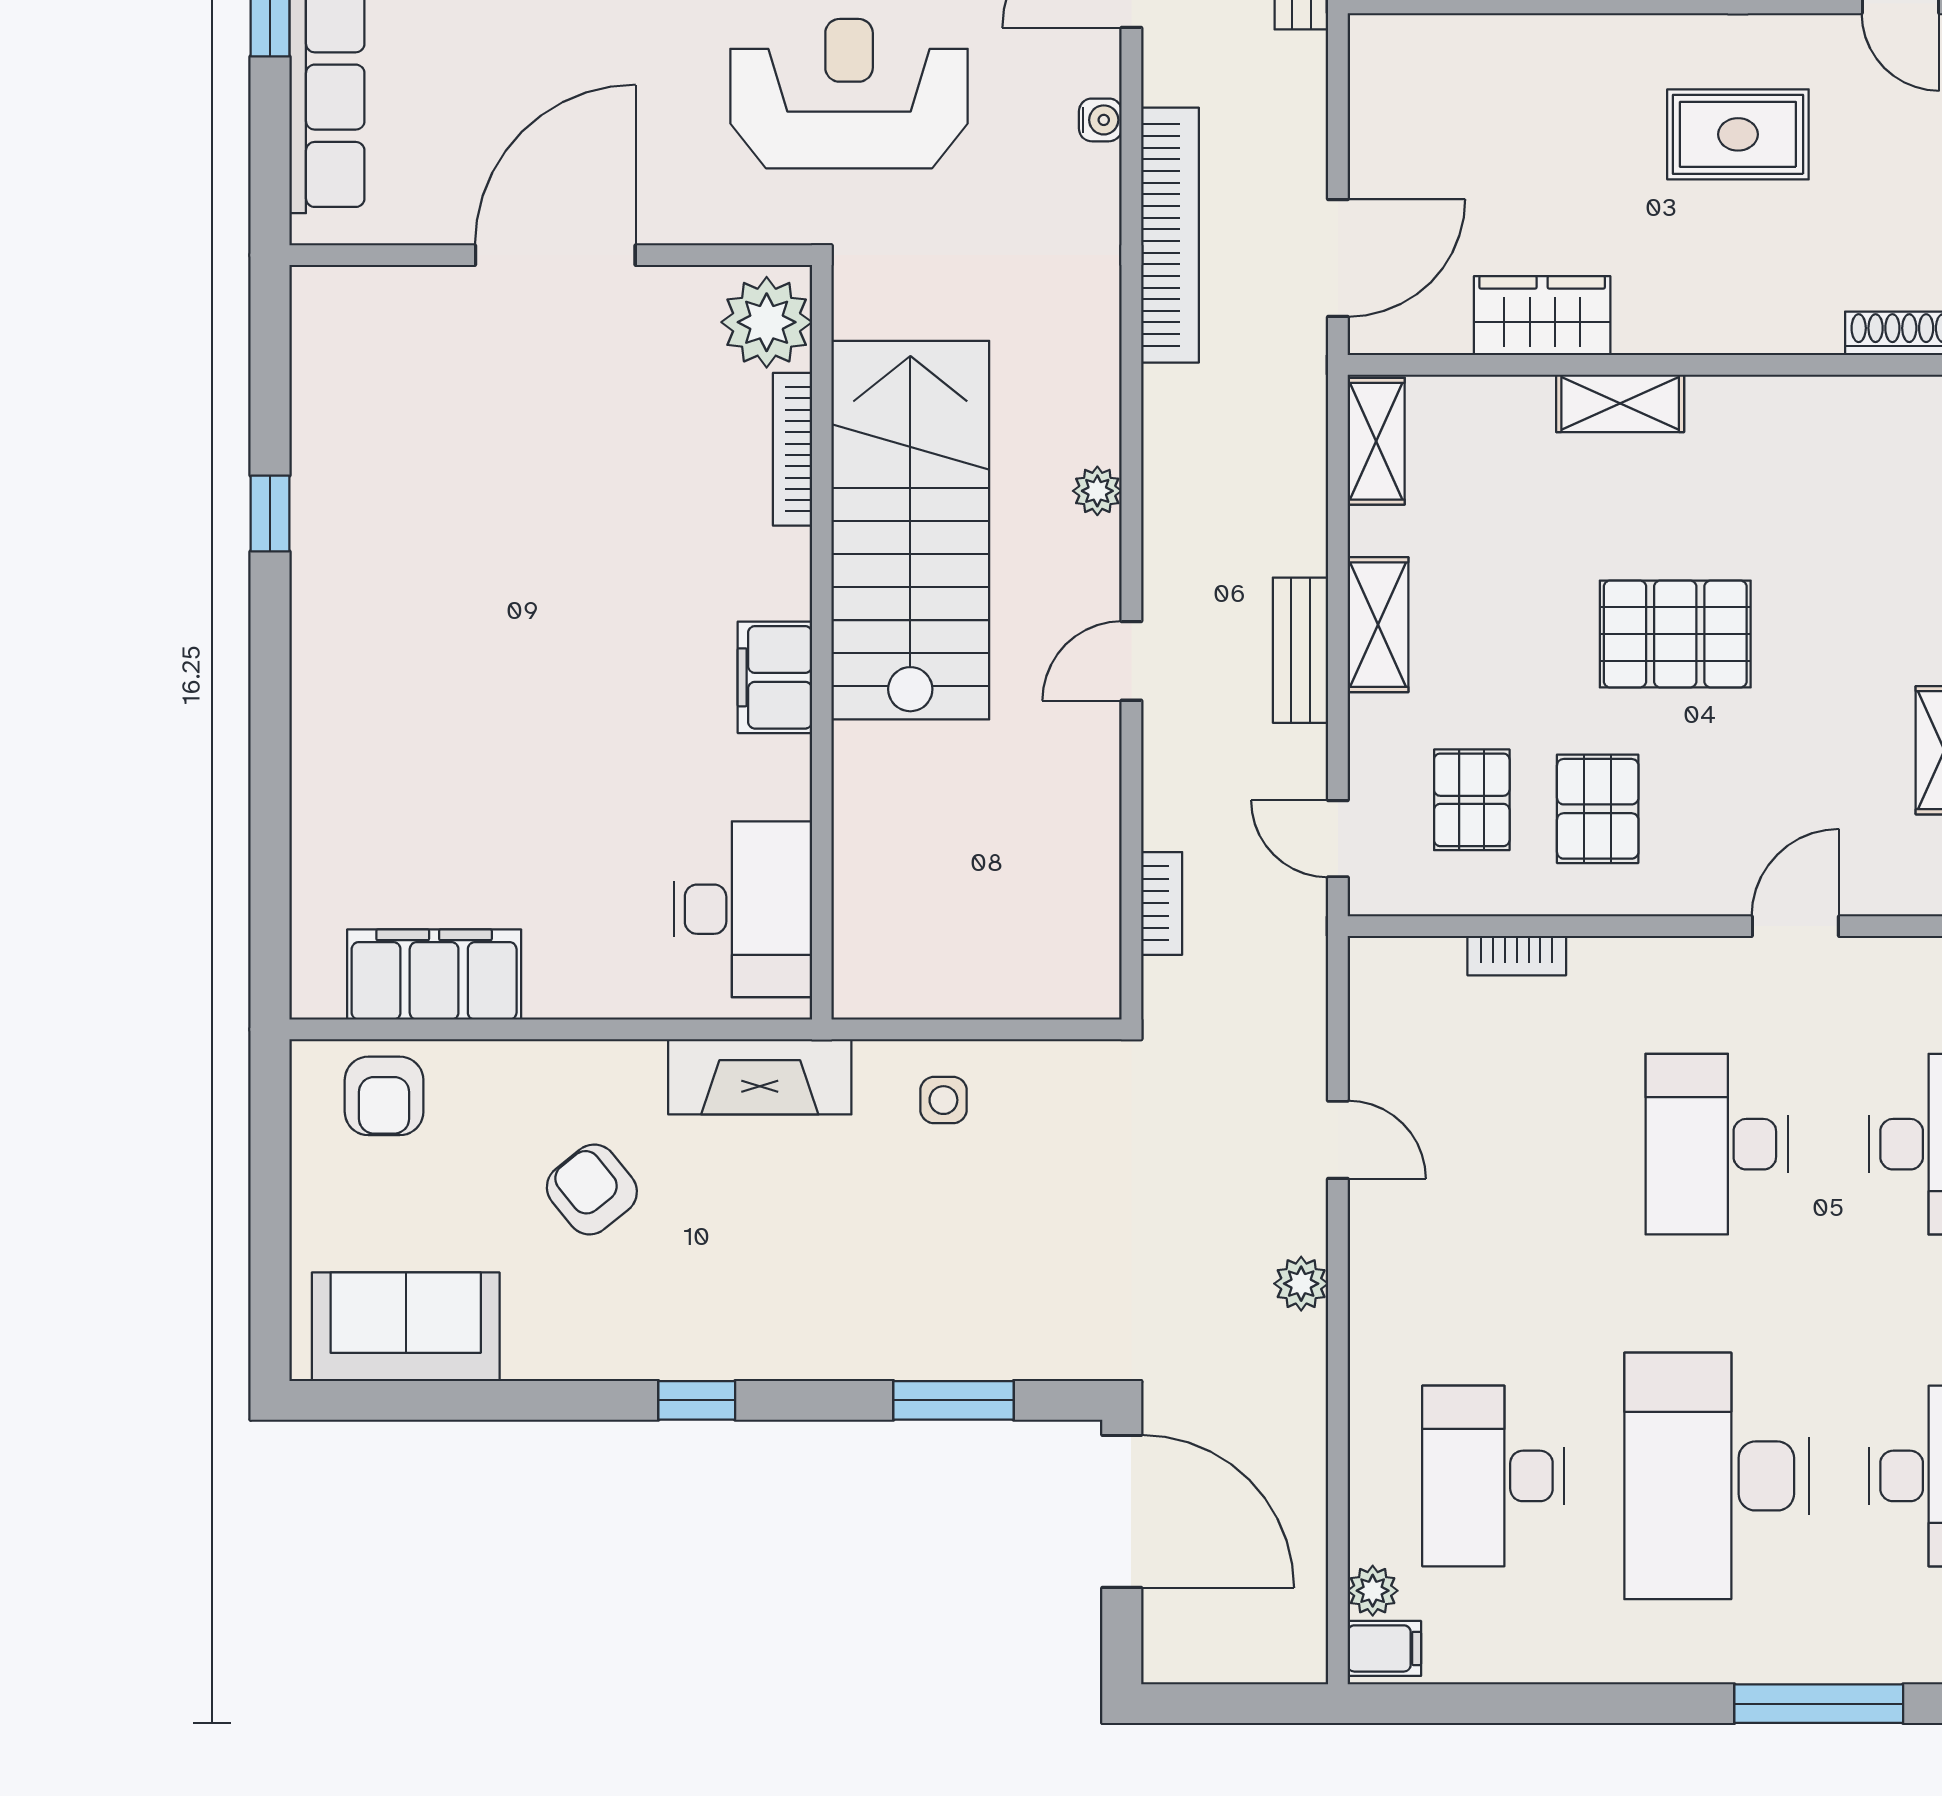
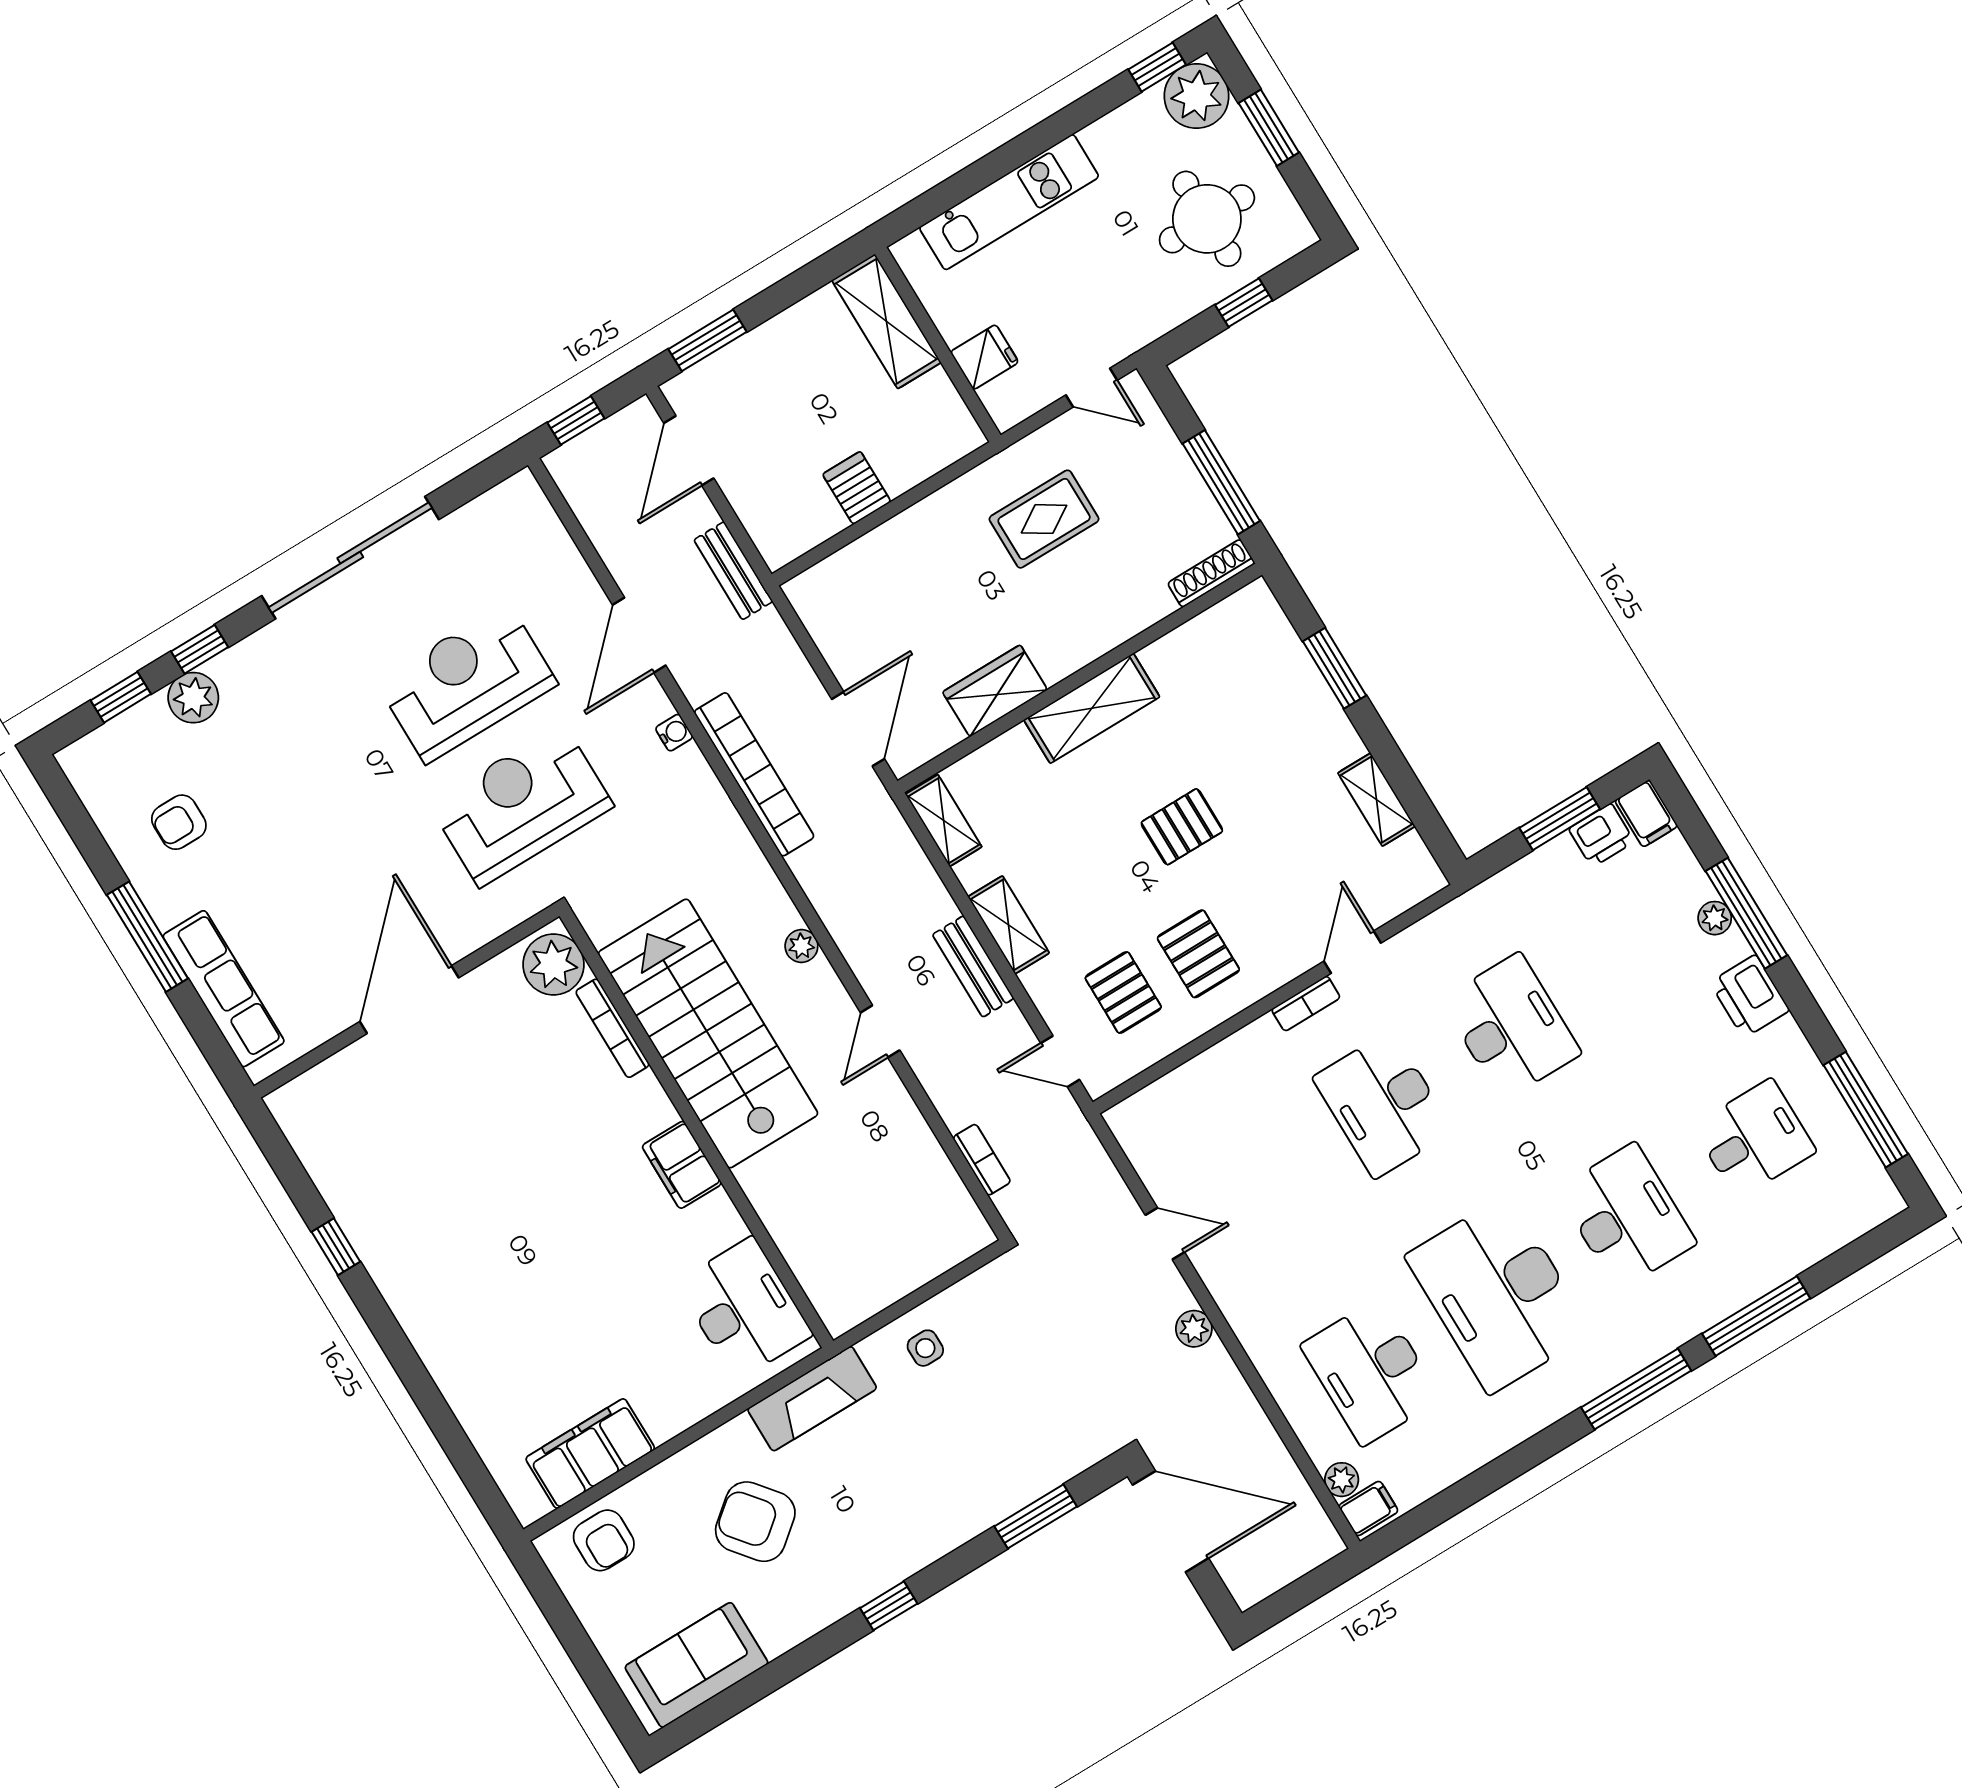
shelving: (1620, 403) -> (1092, 708), width x1.50, depth x1.33
pallet: (1675, 634) -> (1182, 827), width x0.67, depth x0.71
bookcase: (1517, 956) -> (1306, 1004), moved
armchair: (592, 1189) -> (755, 1522), width x1.38, depth x1.38

